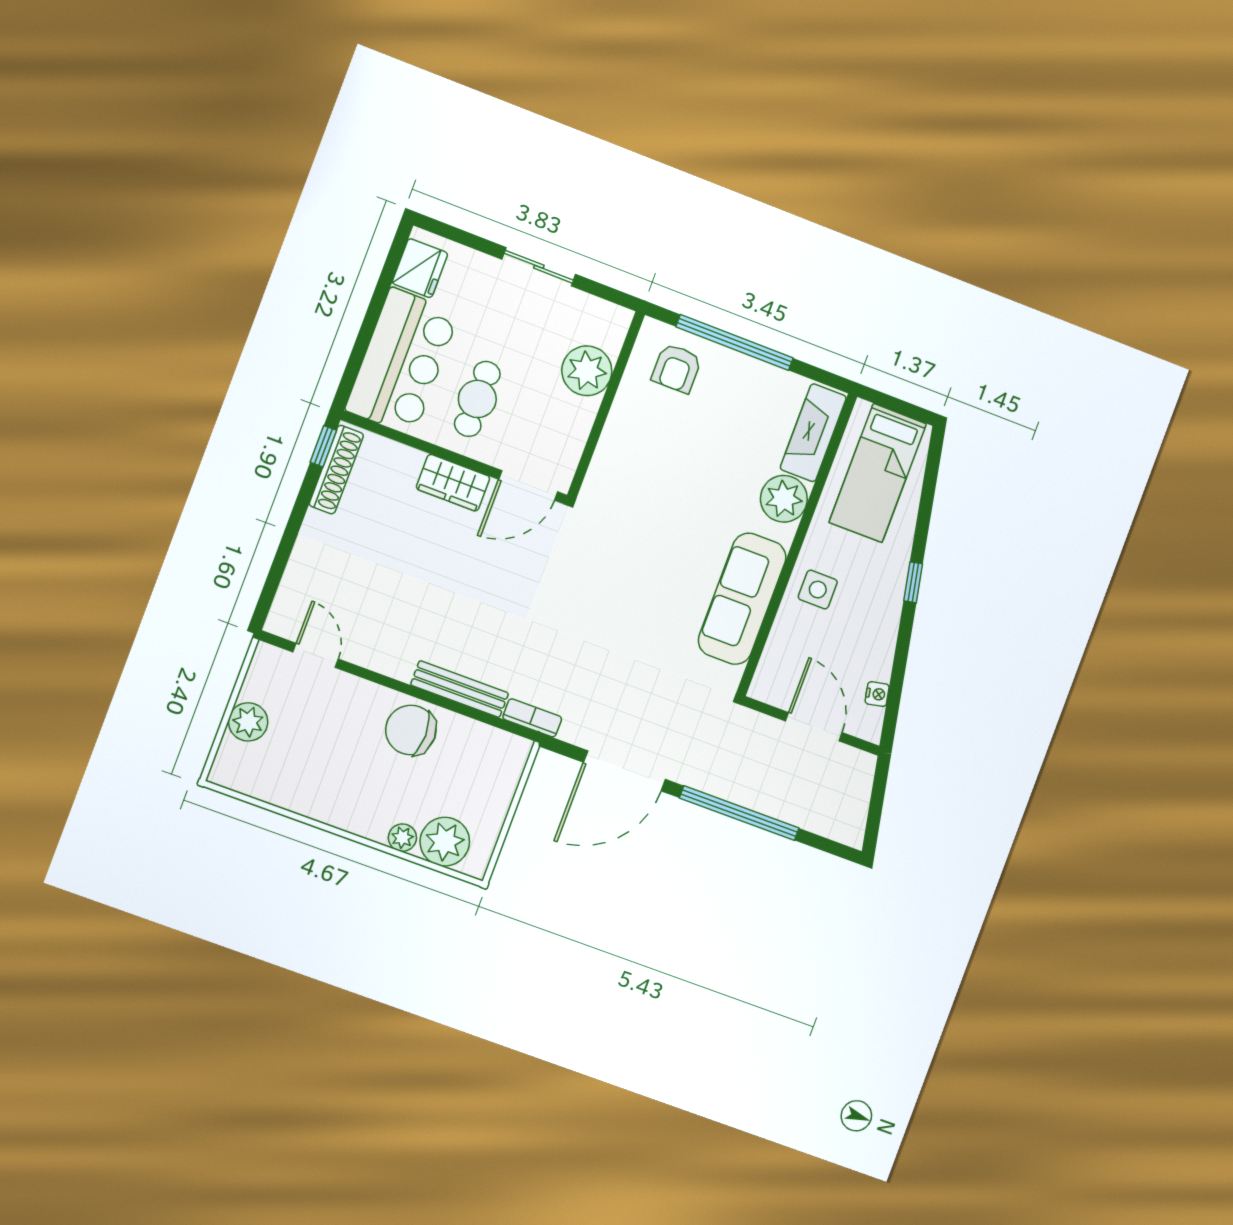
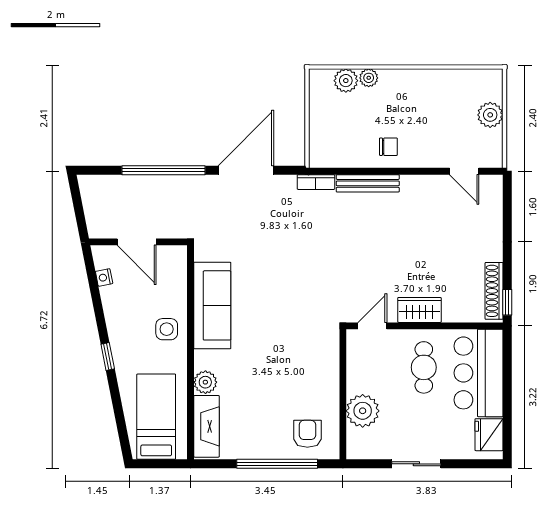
door: (528, 485) -> (372, 326), width x0.73
plant: (784, 499) -> (205, 382), width x0.73, depth x0.73
chair: (411, 730) -> (388, 147), width x0.54, depth x0.54
plant: (445, 842) -> (346, 81), width x0.73, depth x0.73

